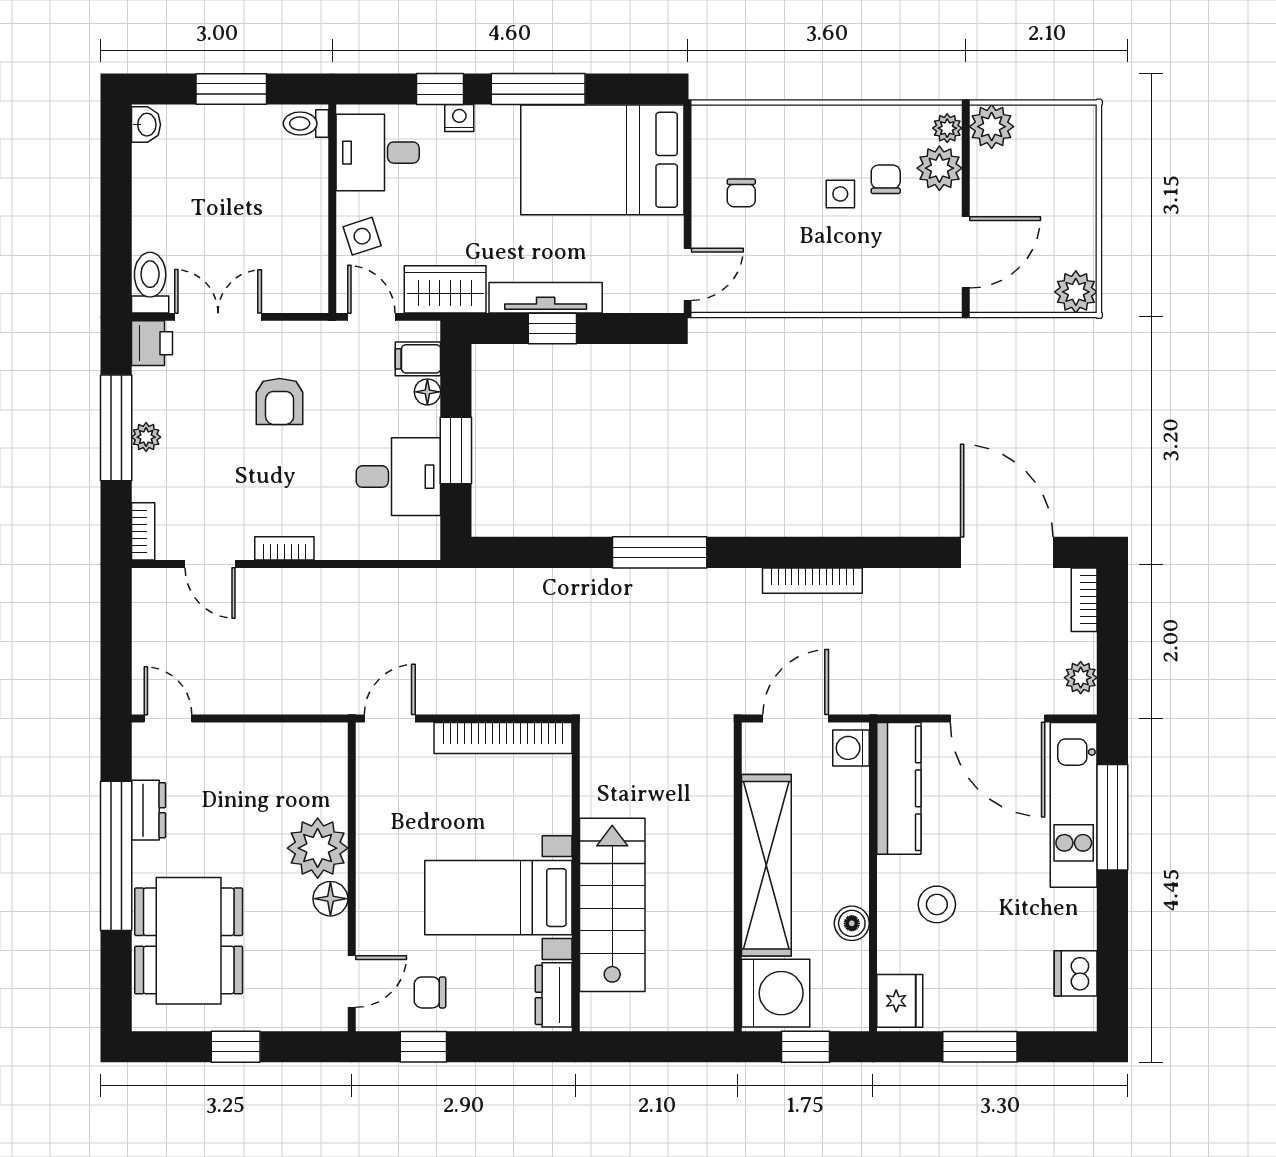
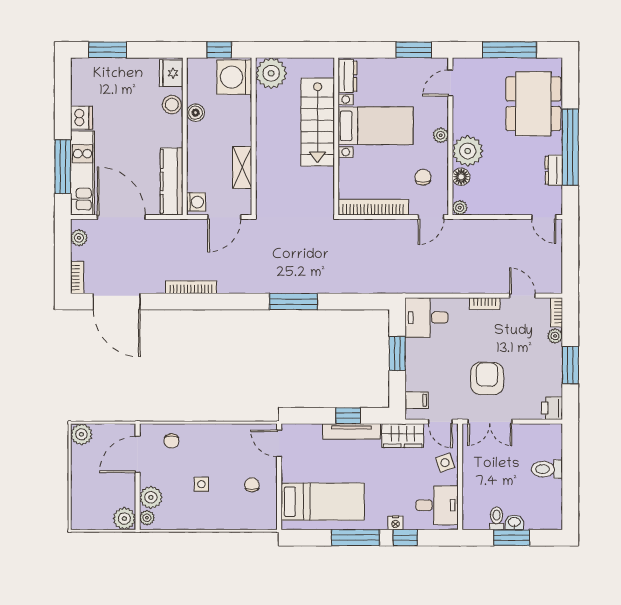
toilet: (306, 123) -> (497, 518), moved, turned -90
washbasin: (146, 125) -> (514, 522), moved, turned 90
bed: (602, 160) -> (323, 502), width x0.67
chair: (886, 179) -> (171, 441), moved
door: (688, 274) -> (279, 443), hinge flipped
toilet: (150, 283) -> (547, 469), moved, turned 90
double door: (218, 317) -> (490, 422), moved
floor lamp: (427, 392) -> (412, 383), removed
armchair: (280, 401) -> (487, 378), width x1.38, depth x1.38
window: (116, 428) -> (570, 365), width x0.69
plant: (146, 437) -> (555, 336), moved
desk: (398, 477) -> (427, 318), moved
bookcase: (812, 581) -> (191, 287), moved
plant: (333, 737) -> (460, 208), added
shelving: (766, 865) -> (242, 167), width x0.45, depth x0.75
plant: (370, 879) -> (441, 135), added
floor lamp: (330, 899) -> (461, 177), moved
stool: (937, 904) -> (172, 105), moved
dishwasher: (1076, 973) -> (82, 118), moved
chair: (430, 992) -> (423, 177), moved, turned -90
plant: (703, 1001) -> (271, 73), added
window: (236, 1047) -> (509, 50), width x2.17
window: (423, 1047) -> (414, 50), width x1.50
window: (980, 1047) -> (108, 50), moved

